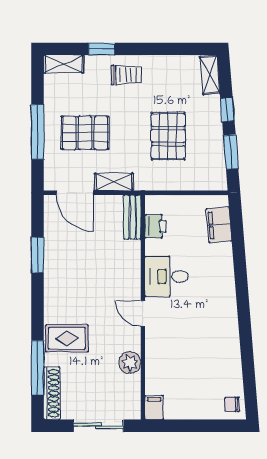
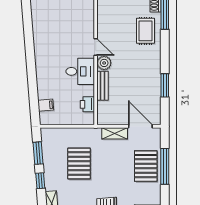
pallet: (85, 133) -> (146, 166), moved, turned 90
bench: (132, 217) -> (103, 86), moved
filing cabinet: (219, 225) -> (46, 105), width x0.50
rug: (67, 338) -> (146, 31), turned 90
plant: (130, 363) -> (104, 63), moved

